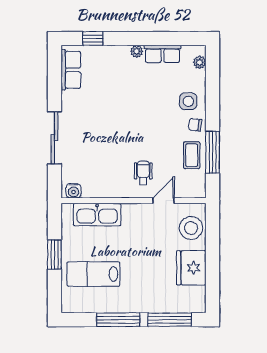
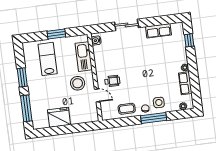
row of seats: (71, 70) -> (158, 31), moved
sliding door: (54, 138) -> (126, 25), width x0.73
window: (213, 152) -> (154, 118), moved
stool: (191, 228) -> (78, 83), moved
window: (118, 320) -> (22, 77), width x0.69

